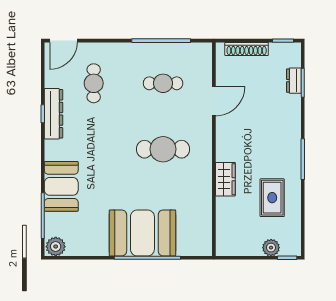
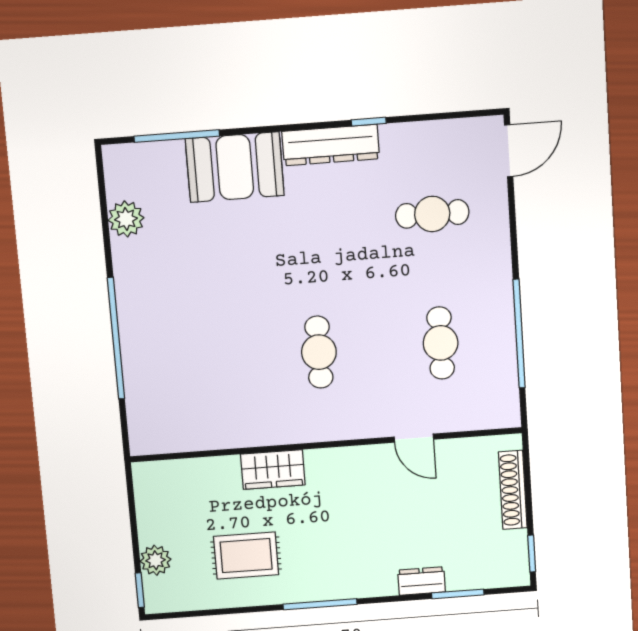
door: (64, 41) -> (509, 151), swing flipped
dresser: (294, 81) -> (422, 581), moved
door: (214, 101) -> (414, 438), width x0.73
dresser: (53, 114) -> (331, 145), moved
cafe table: (163, 149) -> (319, 352), width x0.73, depth x0.74
booth: (142, 233) -> (161, 326), removed
plant: (56, 247) -> (126, 219), moved

